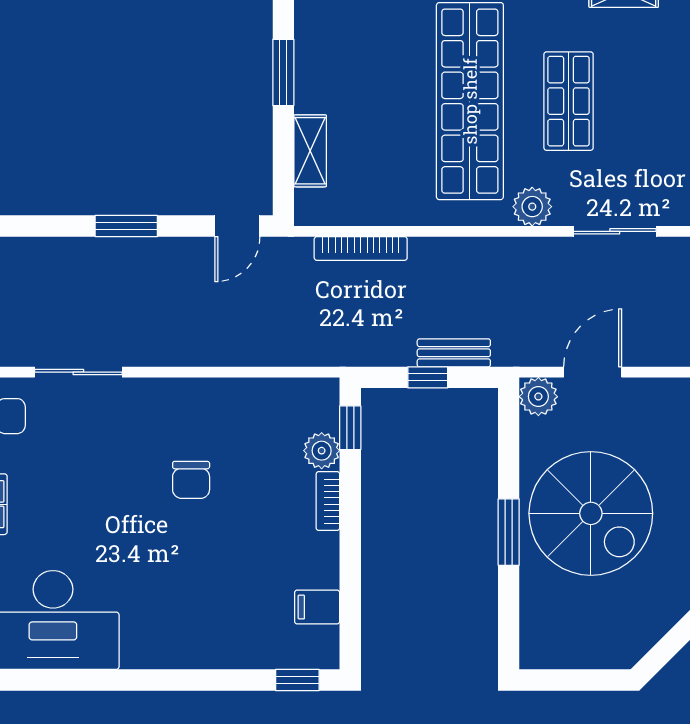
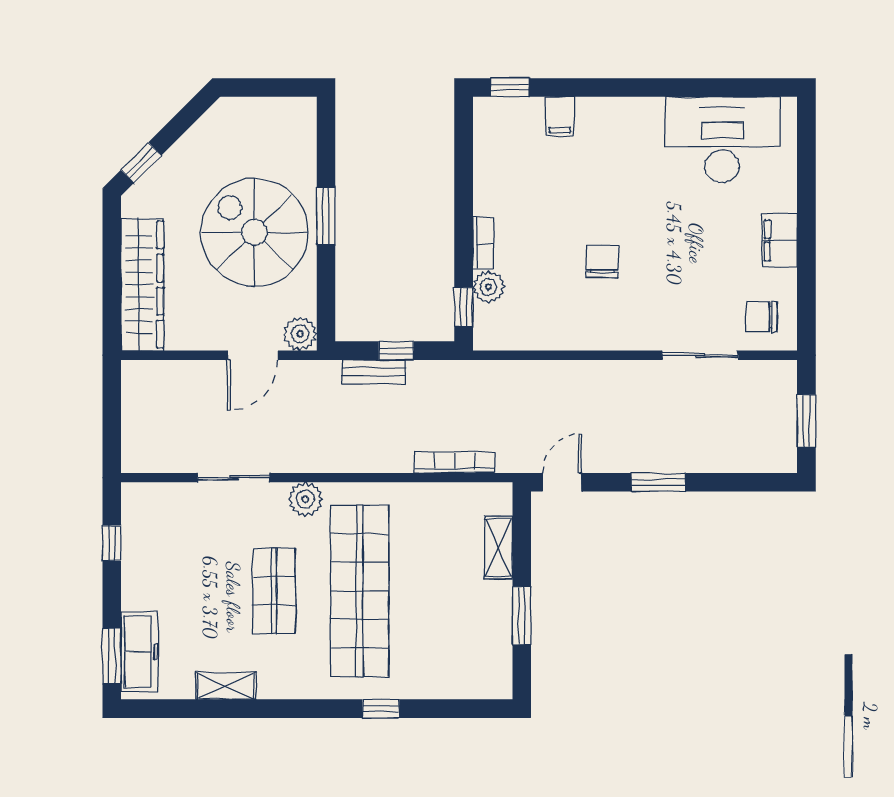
filing cabinet: (317, 607) -> (560, 116), moved, turned 90

